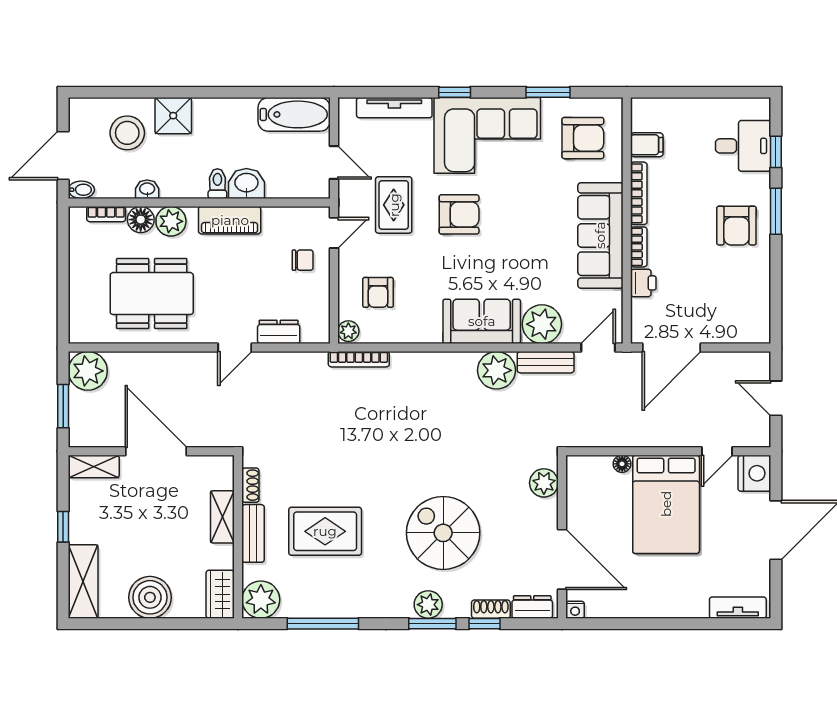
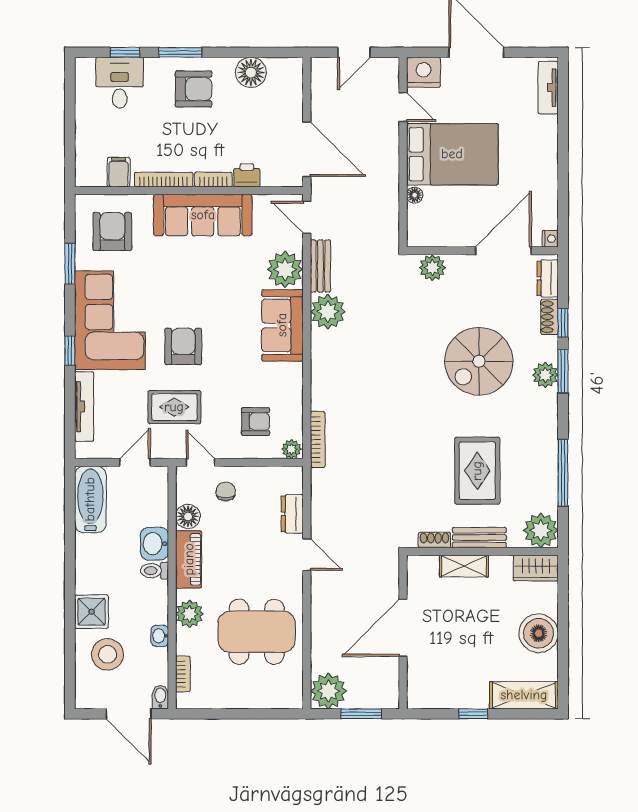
floor lamp: (141, 220) -> (188, 516), moved
floor lamp: (754, 287) -> (251, 72), added
dining table: (152, 294) -> (257, 632), turned 90
shelving: (94, 467) -> (417, 685), removed

